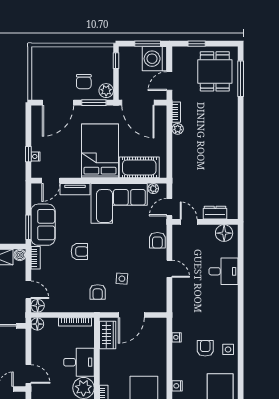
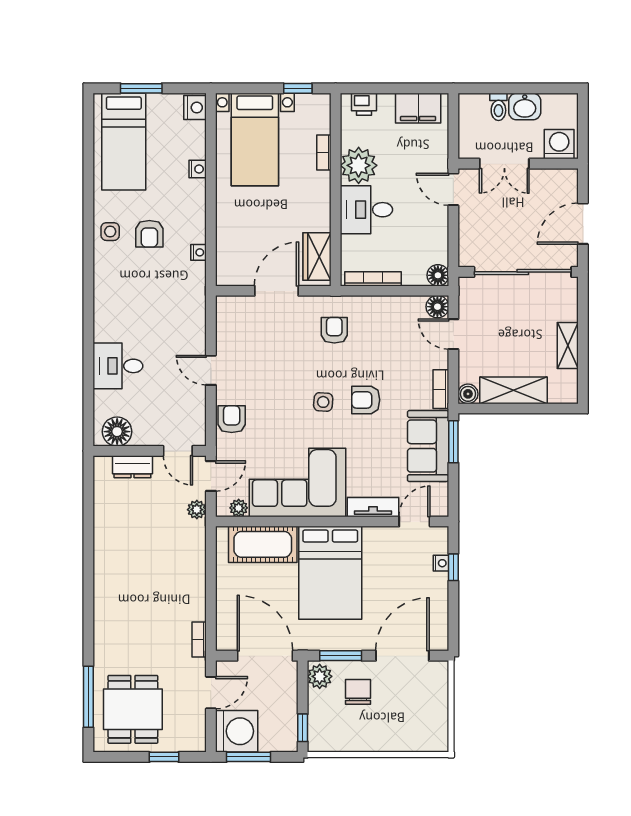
plant: (178, 129) -> (197, 510), moved
side table: (122, 279) -> (323, 402), moved

